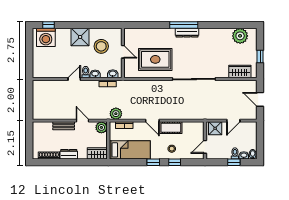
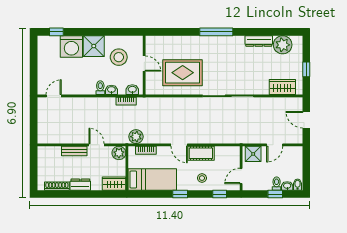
dresser: (187, 33) -> (259, 41), moved
washing machine: (46, 37) -> (71, 46), moved
door: (74, 79) -> (54, 96), moved
window: (175, 162) -> (220, 194), moved

